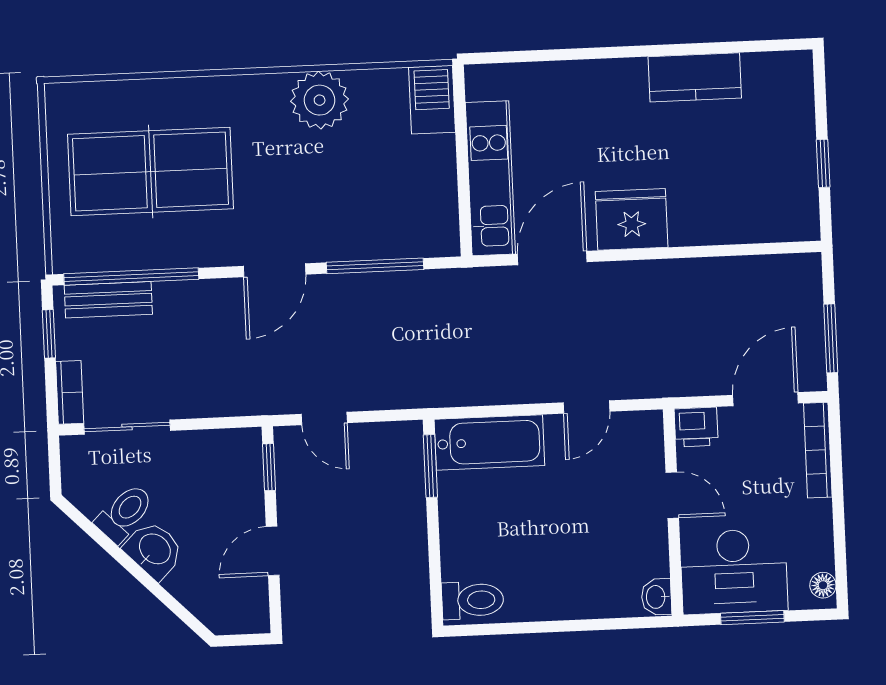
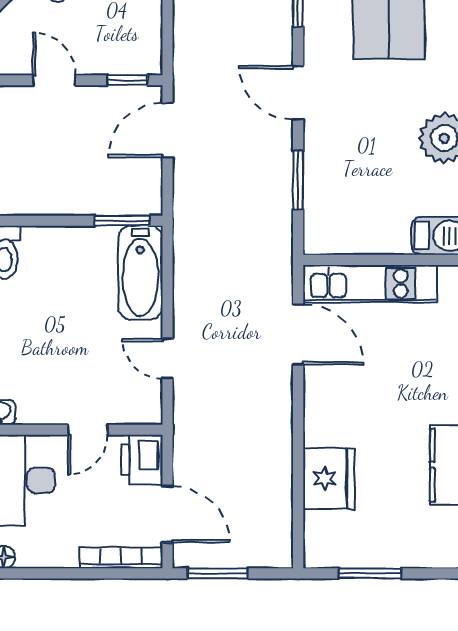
window: (823, 163) -> (370, 573), width x1.50
fridge: (632, 219) -> (329, 478), moved
window: (375, 266) -> (298, 180), width x0.69
door: (324, 418) -> (167, 130), width x1.38
printer: (696, 427) -> (142, 460), width x1.36, depth x1.24

